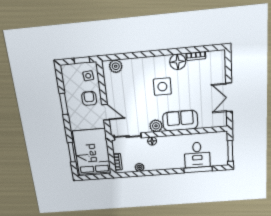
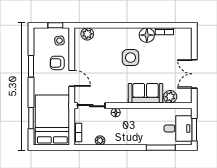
armchair: (89, 98) -> (57, 63), turned -90
plant: (156, 126) -> (170, 97), moved
desk: (197, 155) -> (178, 128), moved, turned -90

